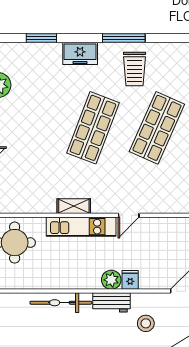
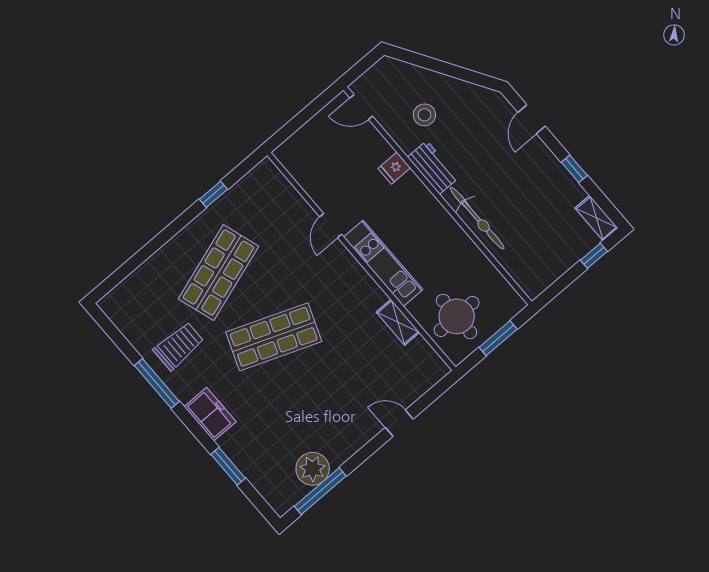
shop shelf: (157, 128) -> (218, 273), turned -42
shelving: (74, 206) -> (398, 322), moved
door: (129, 215) -> (331, 226), swing flipped
plant: (111, 280) -> (410, 187), removed

